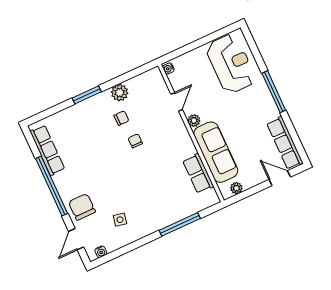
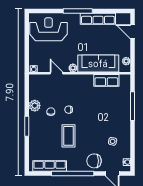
row of seats: (285, 143) -> (98, 19), moved
coffee table: (100, 157) -> (69, 136), added
door: (280, 178) -> (132, 32), hinge flipped

